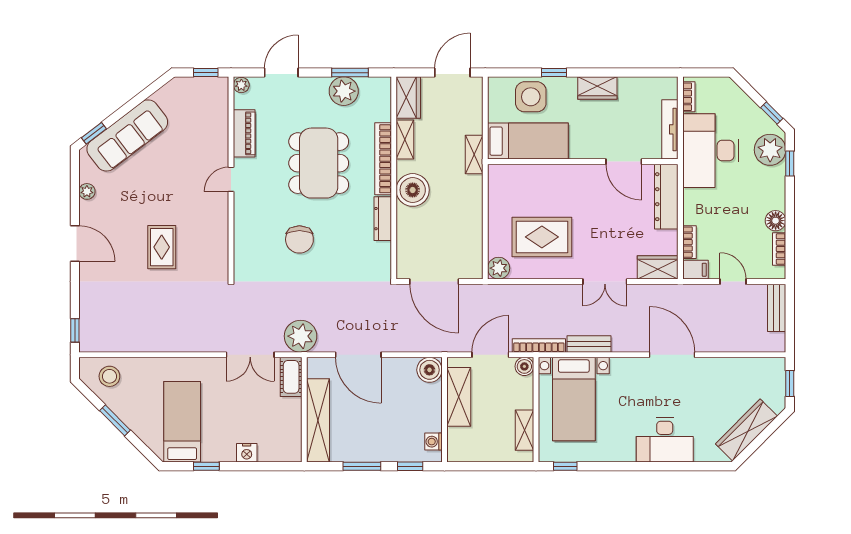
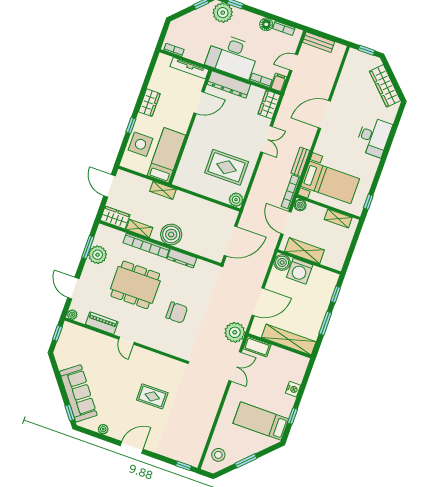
desk: (711, 151) -> (232, 56), moved
rug: (542, 237) -> (227, 167), turned 90
washing machine: (433, 442) -> (300, 271), moved, width x1.89, depth x1.89

